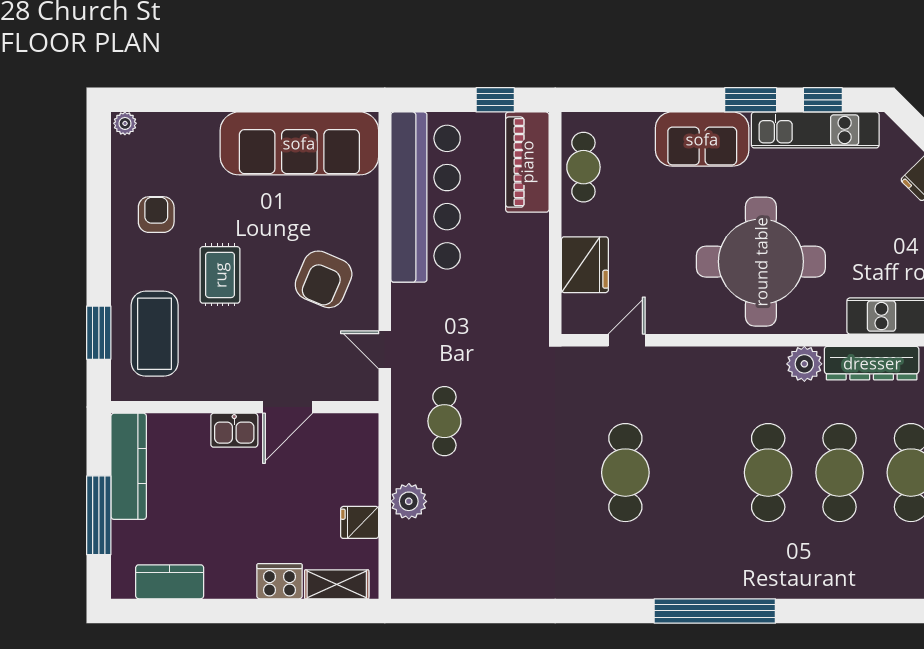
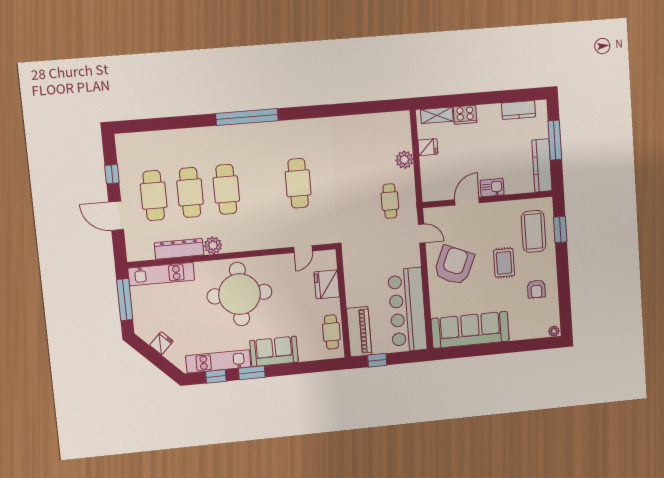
armchair: (324, 279) -> (454, 265), width x1.36, depth x1.36

